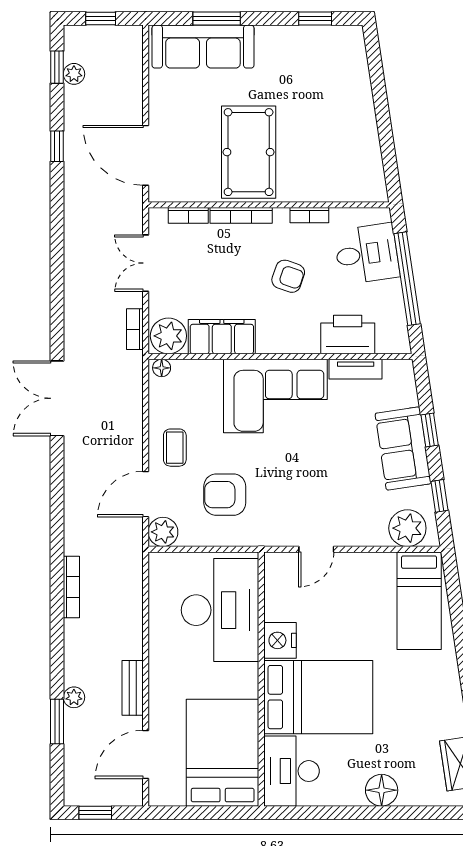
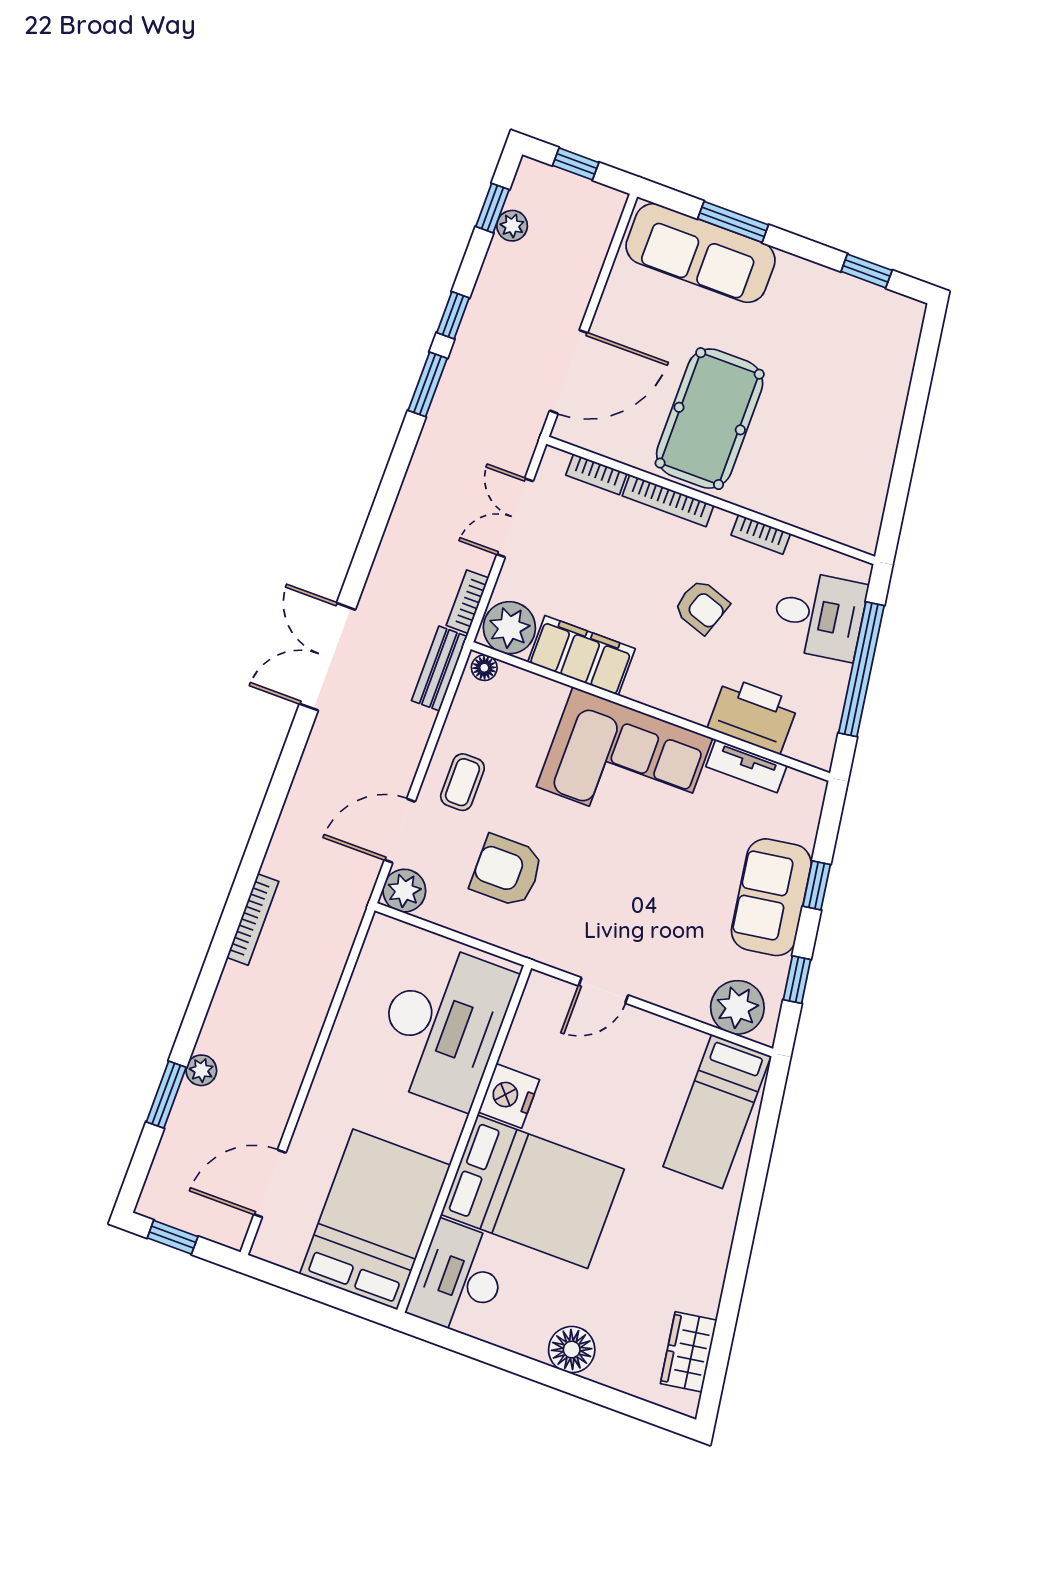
door: (146, 155) -> (569, 372), swing flipped
window: (57, 197) -> (428, 384), added
bench: (133, 688) -> (439, 669), moved

